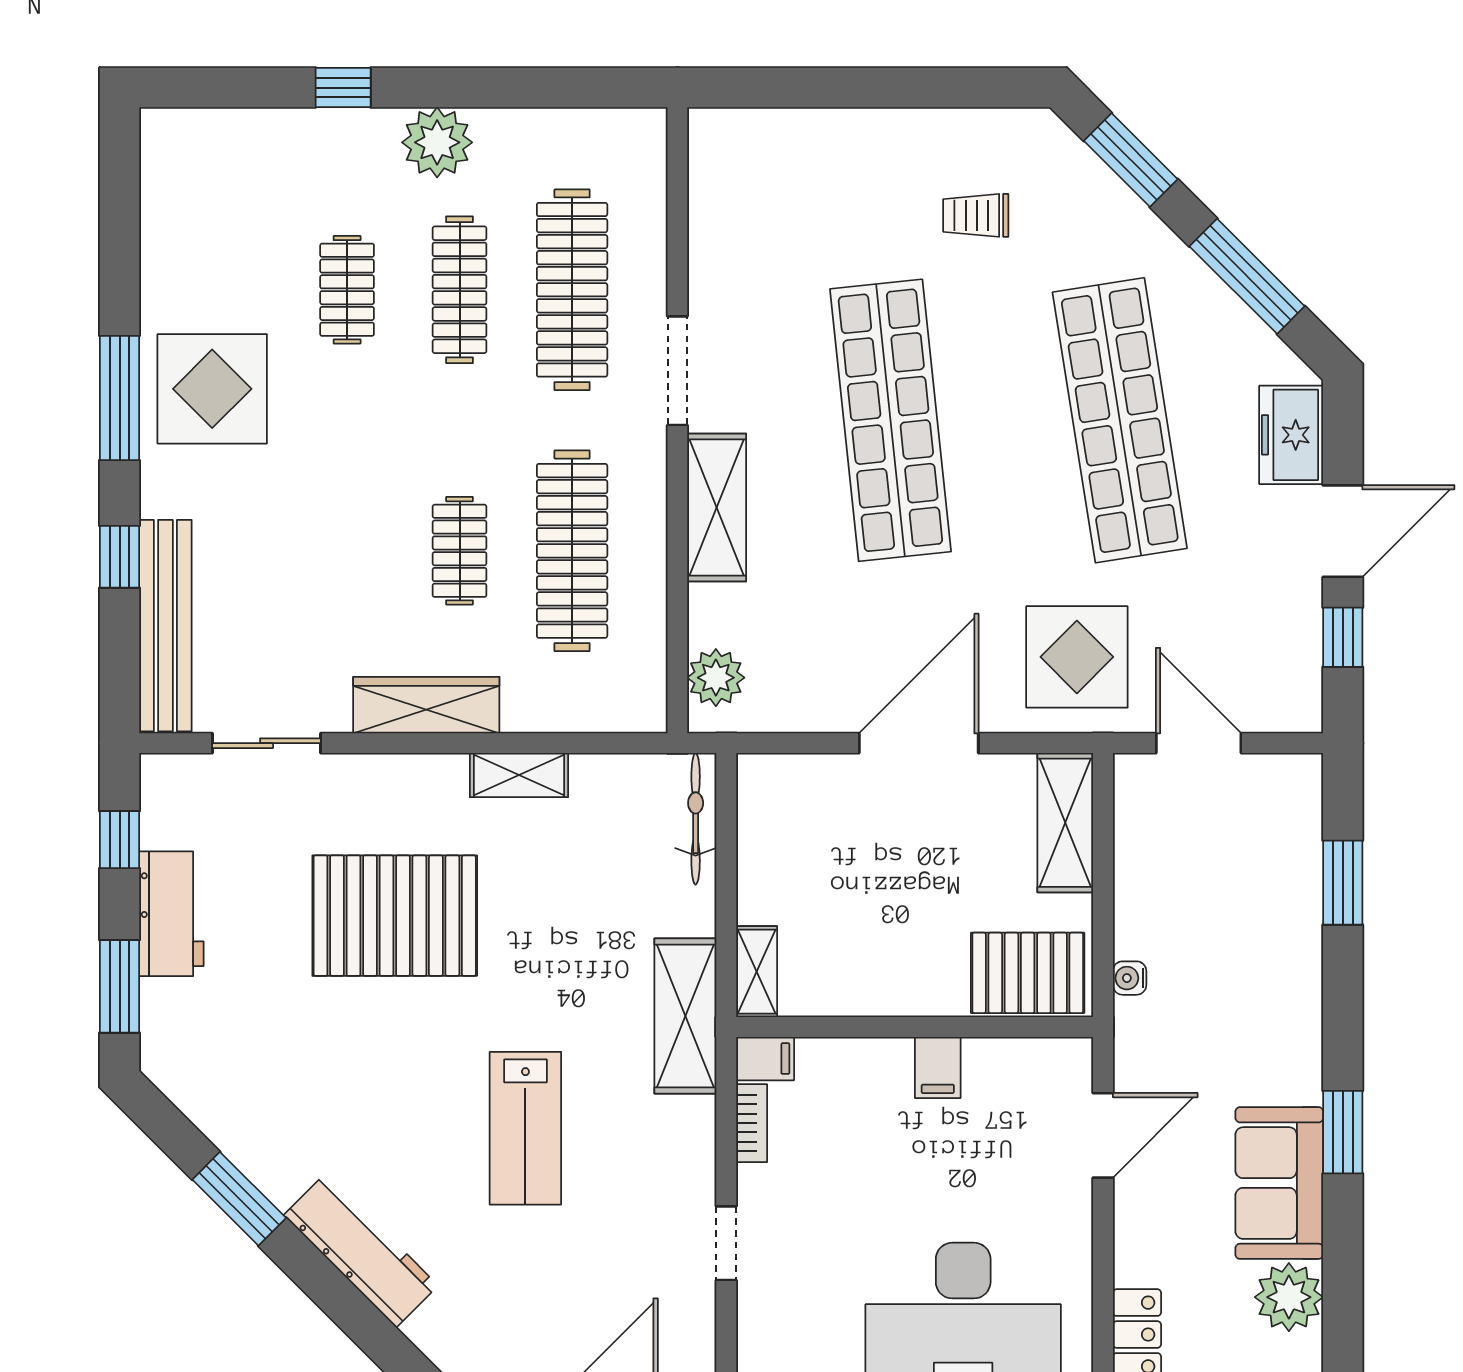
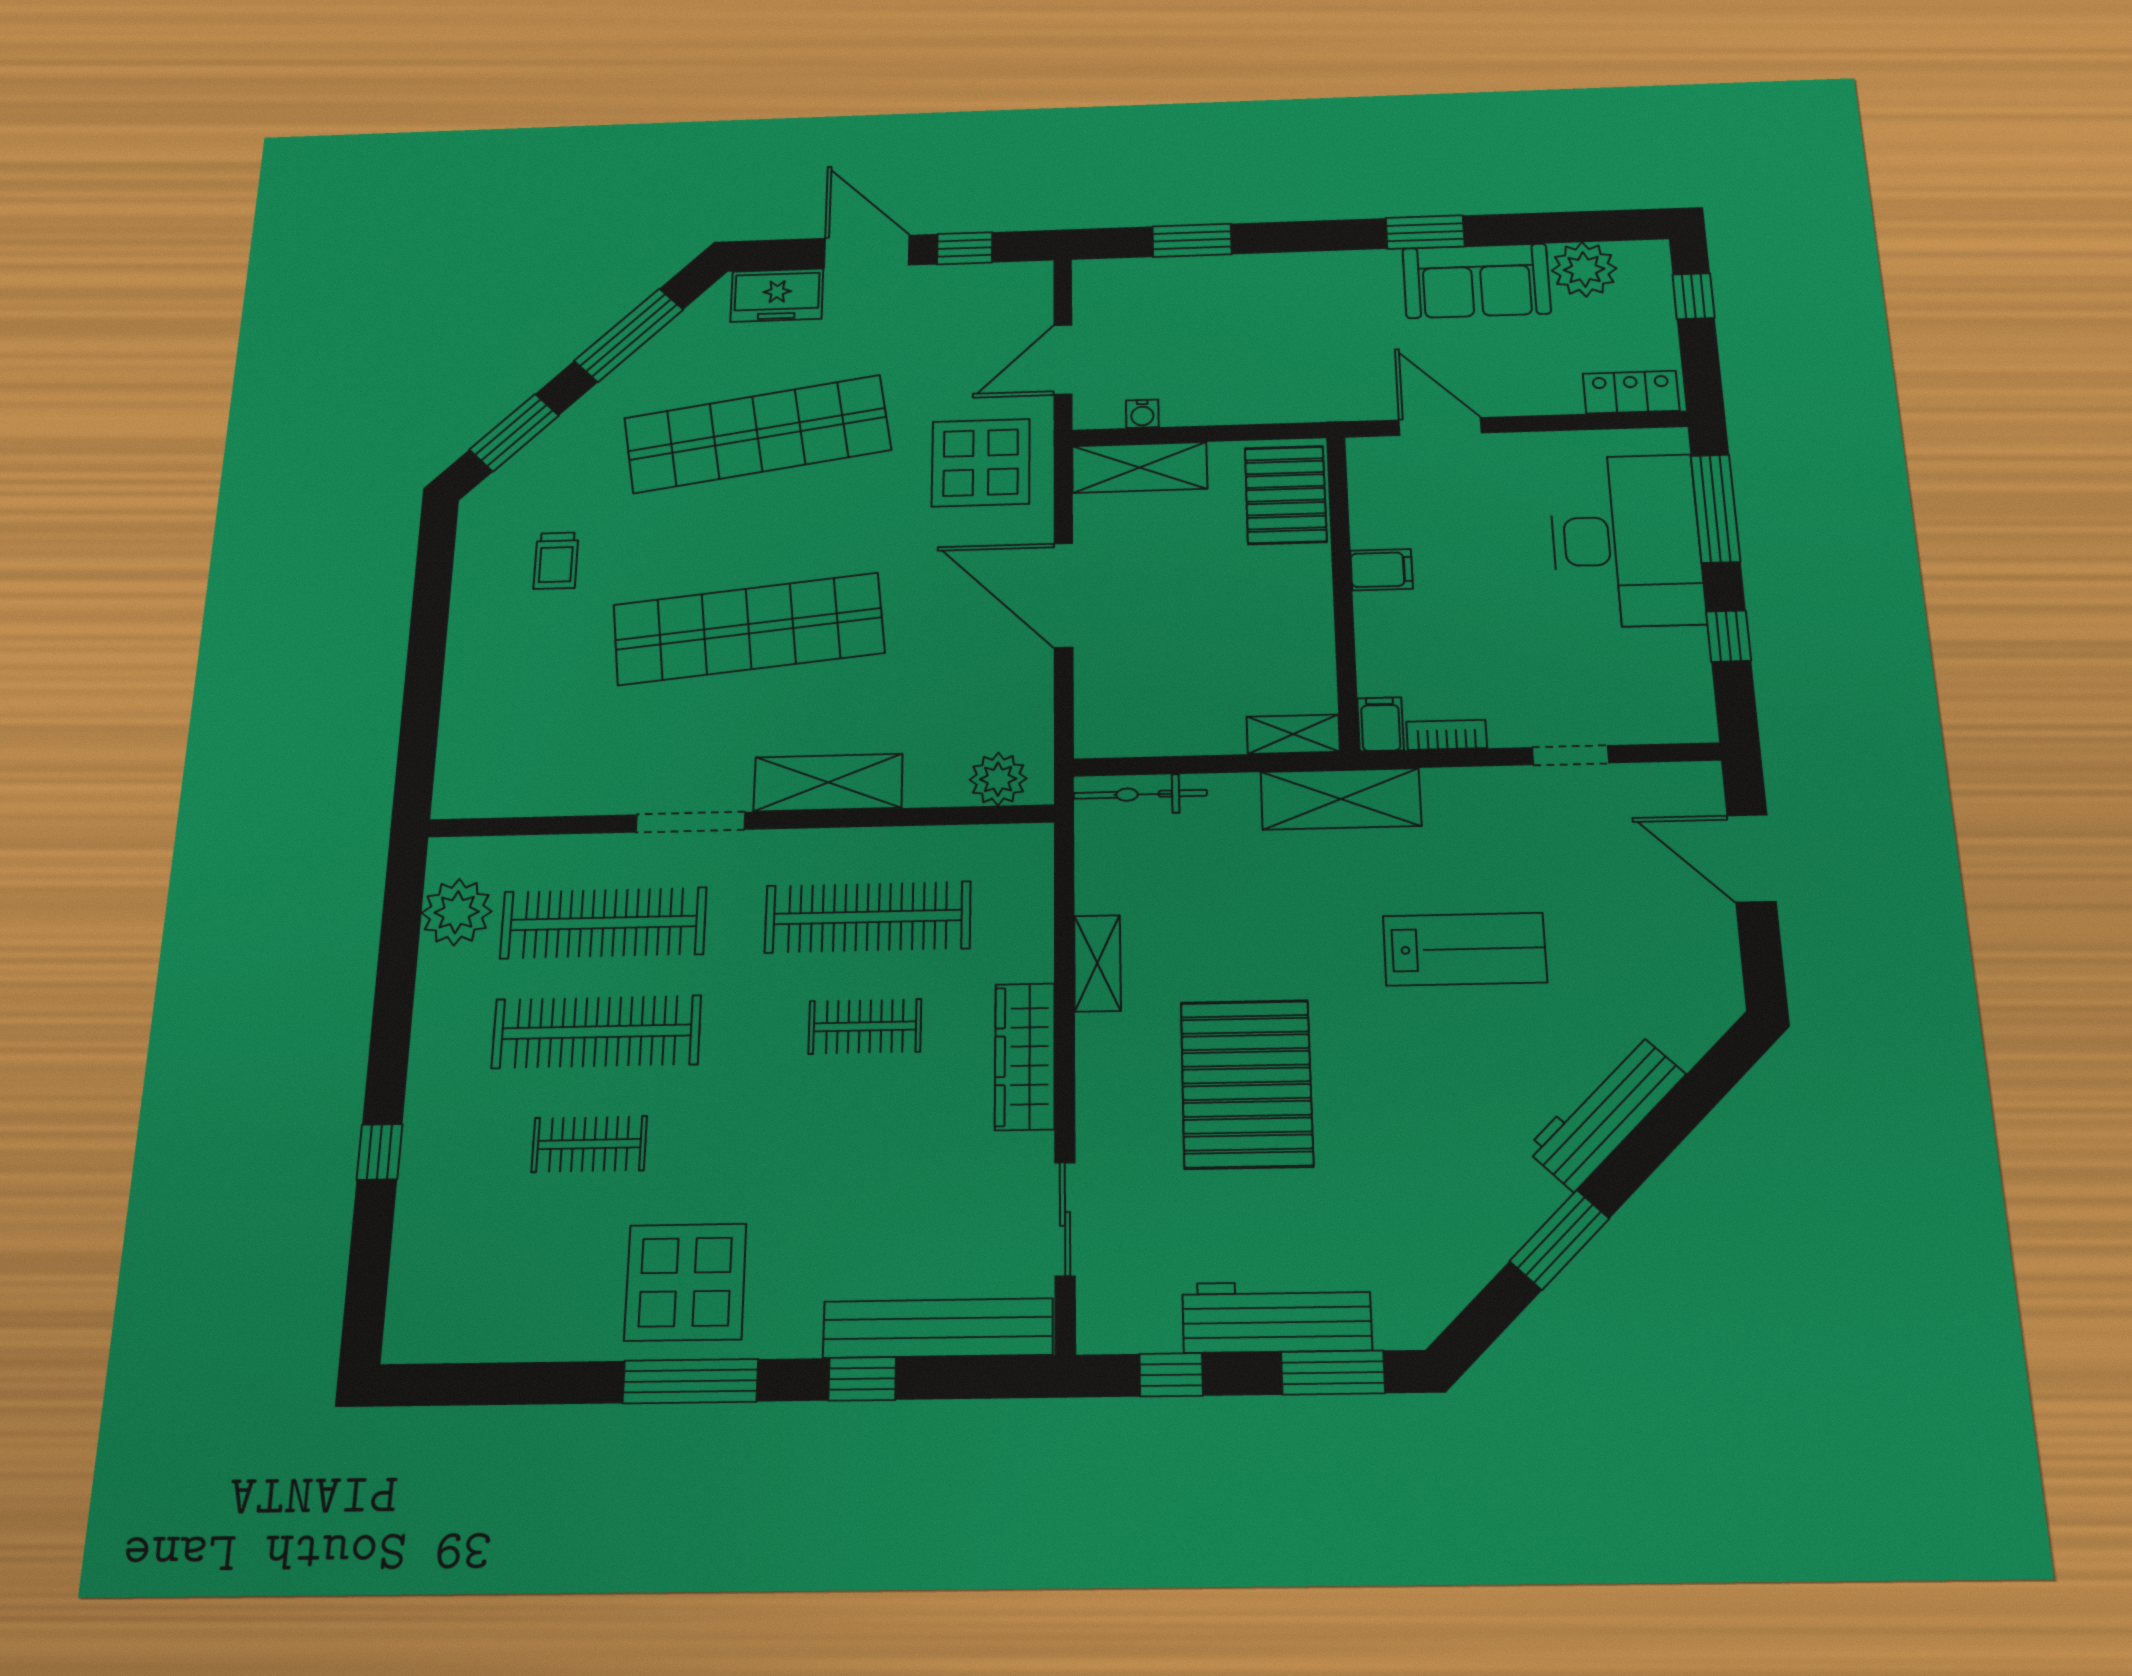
plant: (437, 142) -> (457, 912), moved
clothes rail: (460, 290) -> (596, 1032), width x1.37, depth x1.31
workbench: (171, 914) -> (1277, 1317), width x1.38
water cooler: (1130, 978) -> (1142, 414), moved

